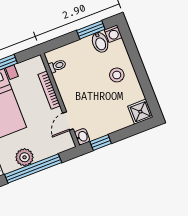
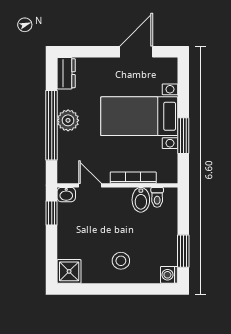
bidet: (100, 42) -> (141, 200), moved, turned -90

